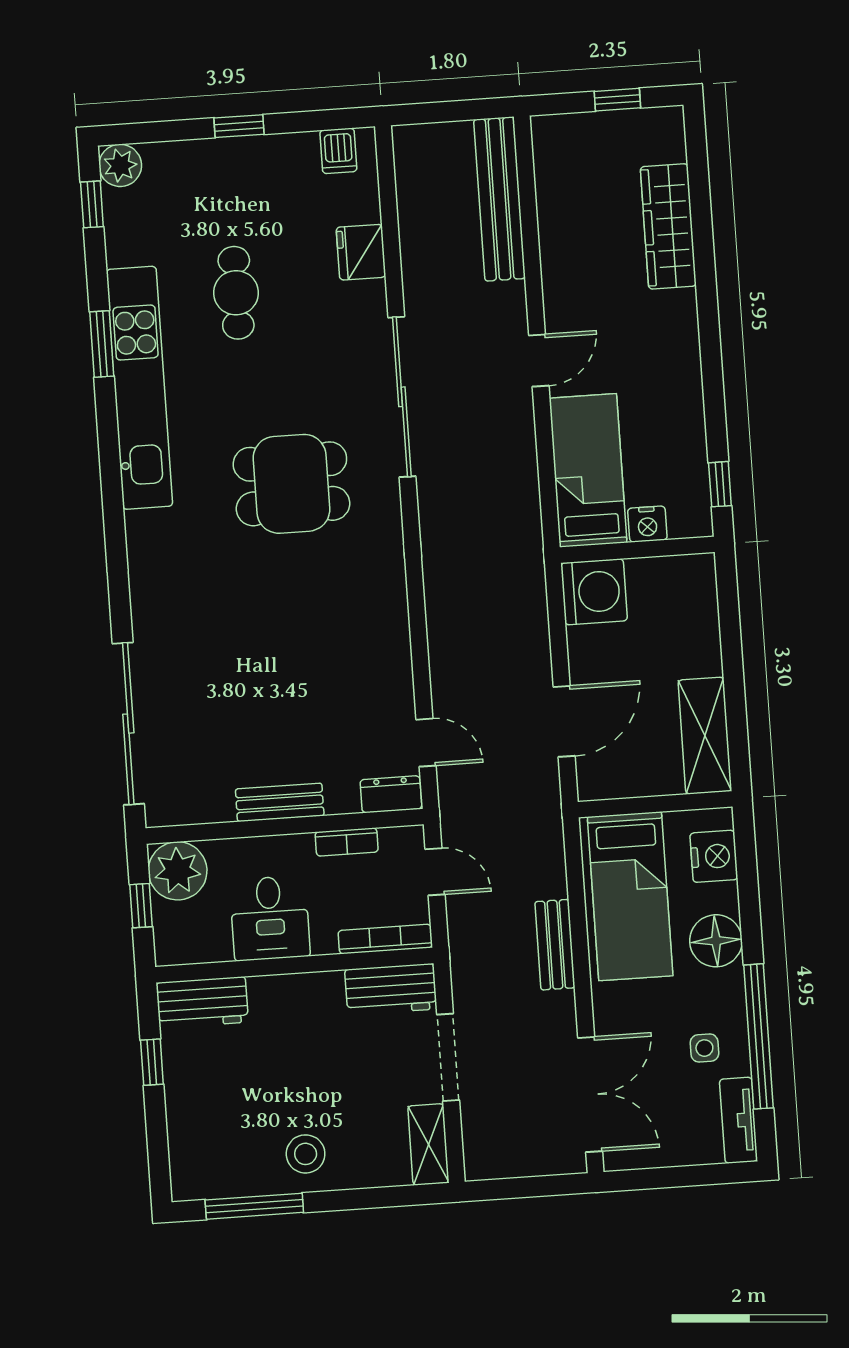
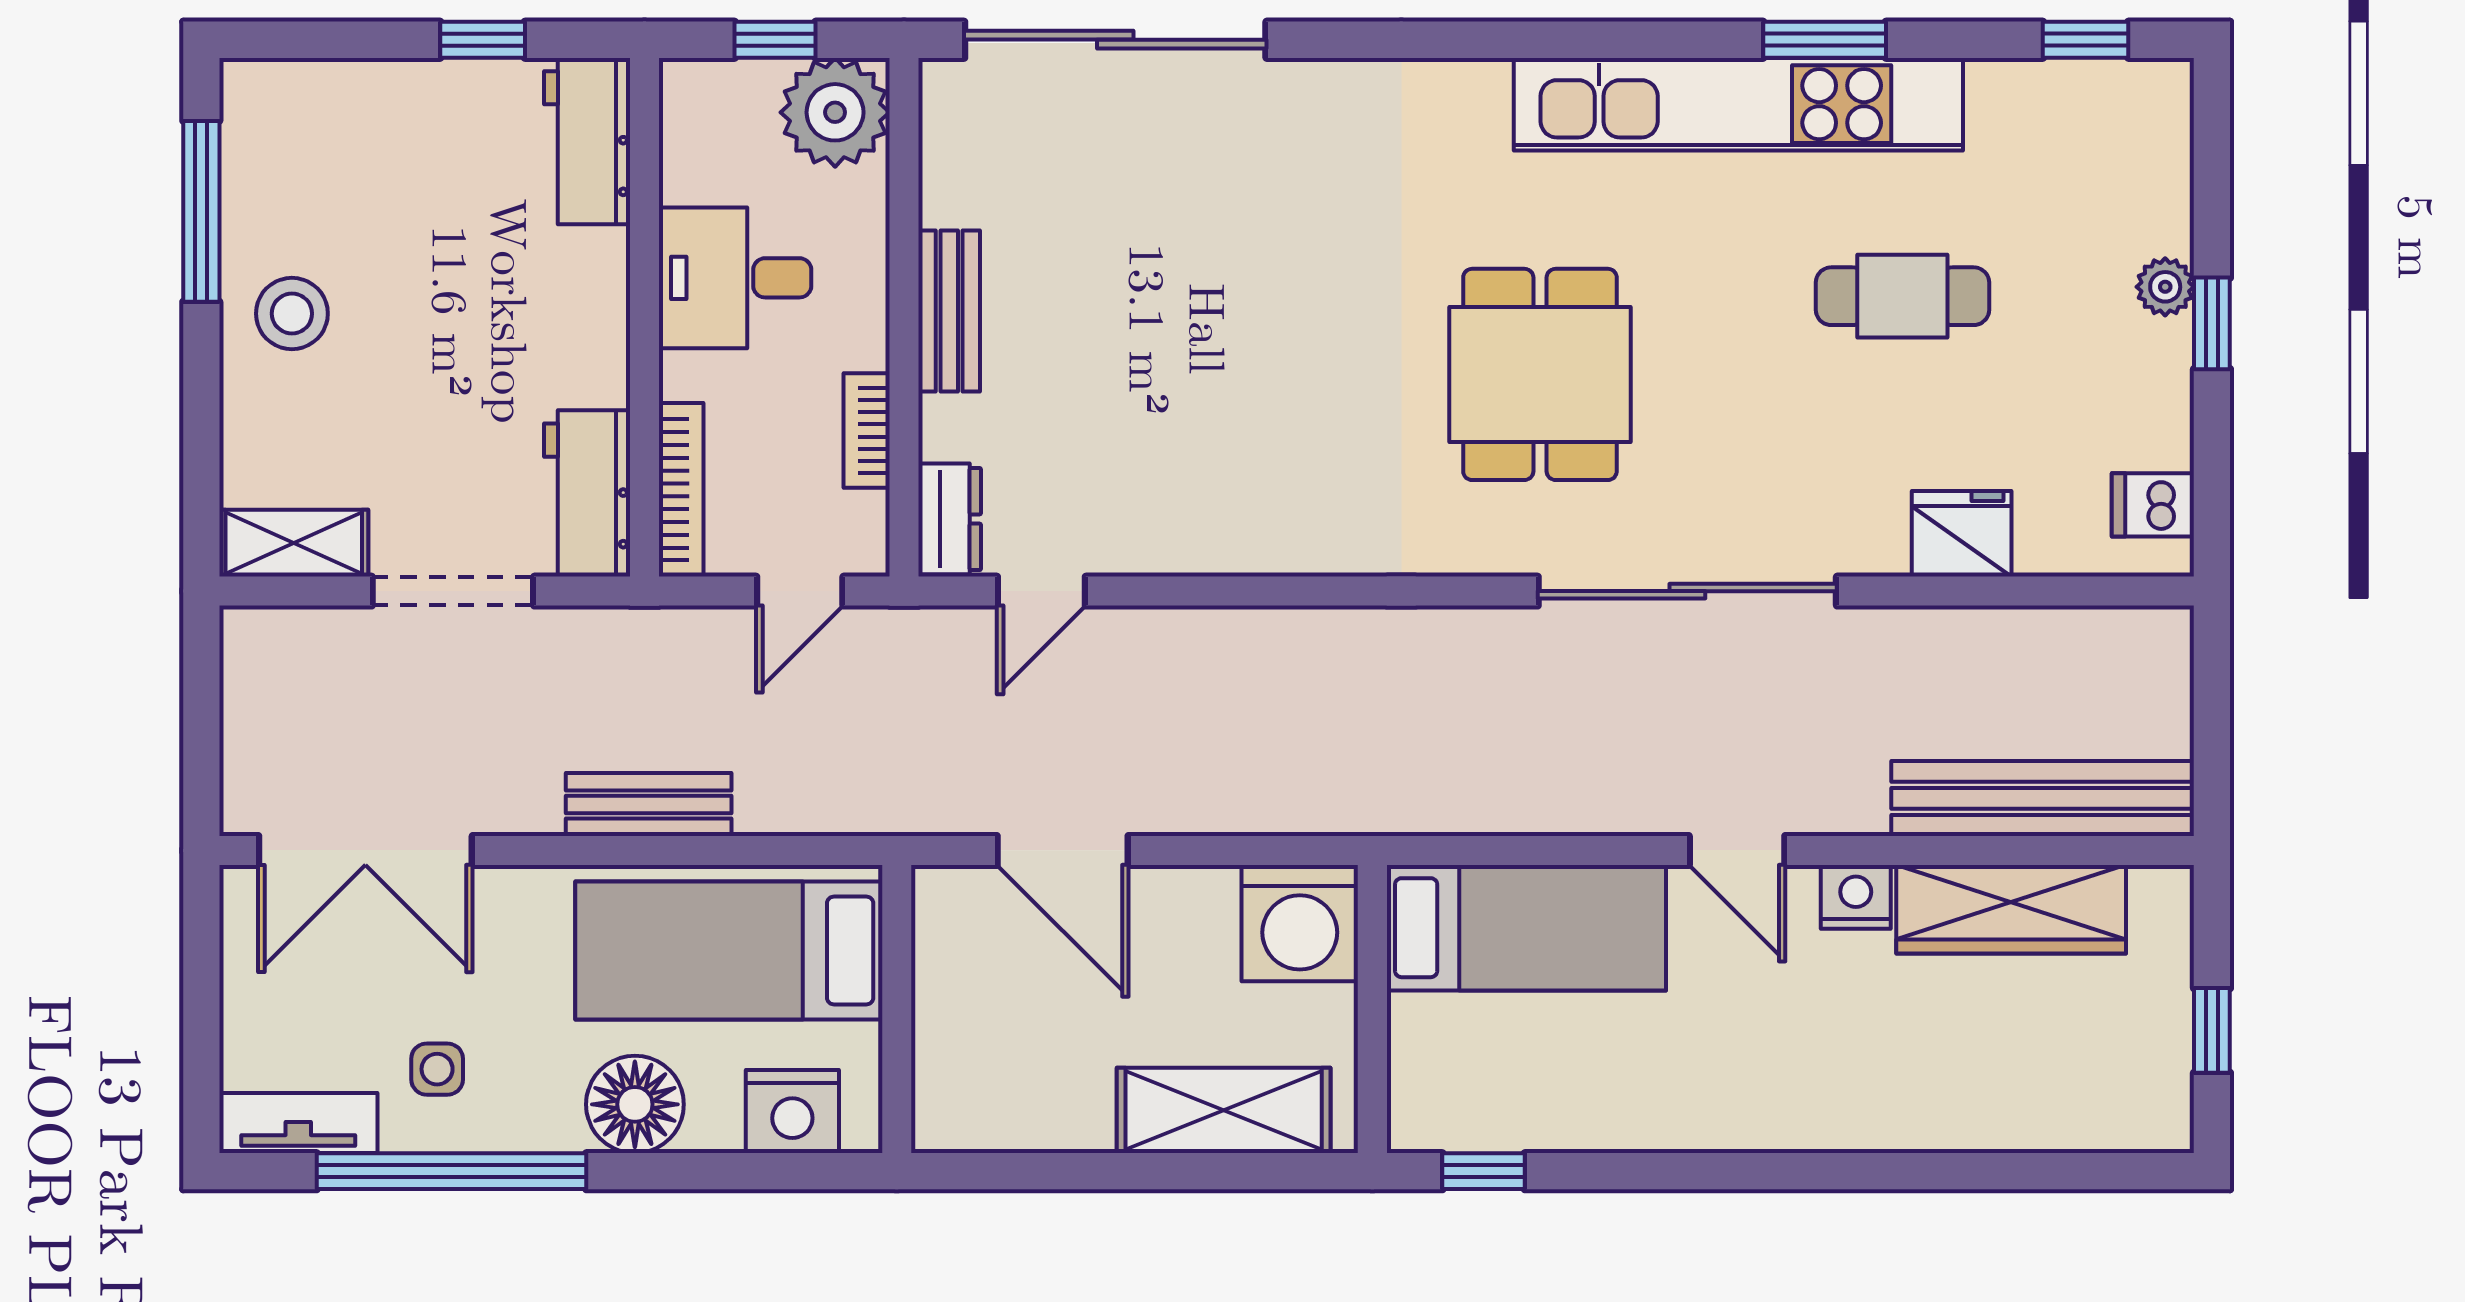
plant: (120, 165) -> (2165, 287), moved, width x0.73, depth x0.73
wardrobe: (668, 226) -> (2011, 909), moved, turned 180
nightstand: (647, 524) -> (1856, 897), moved, turned 90
shelving: (705, 736) -> (1224, 1110), moved

